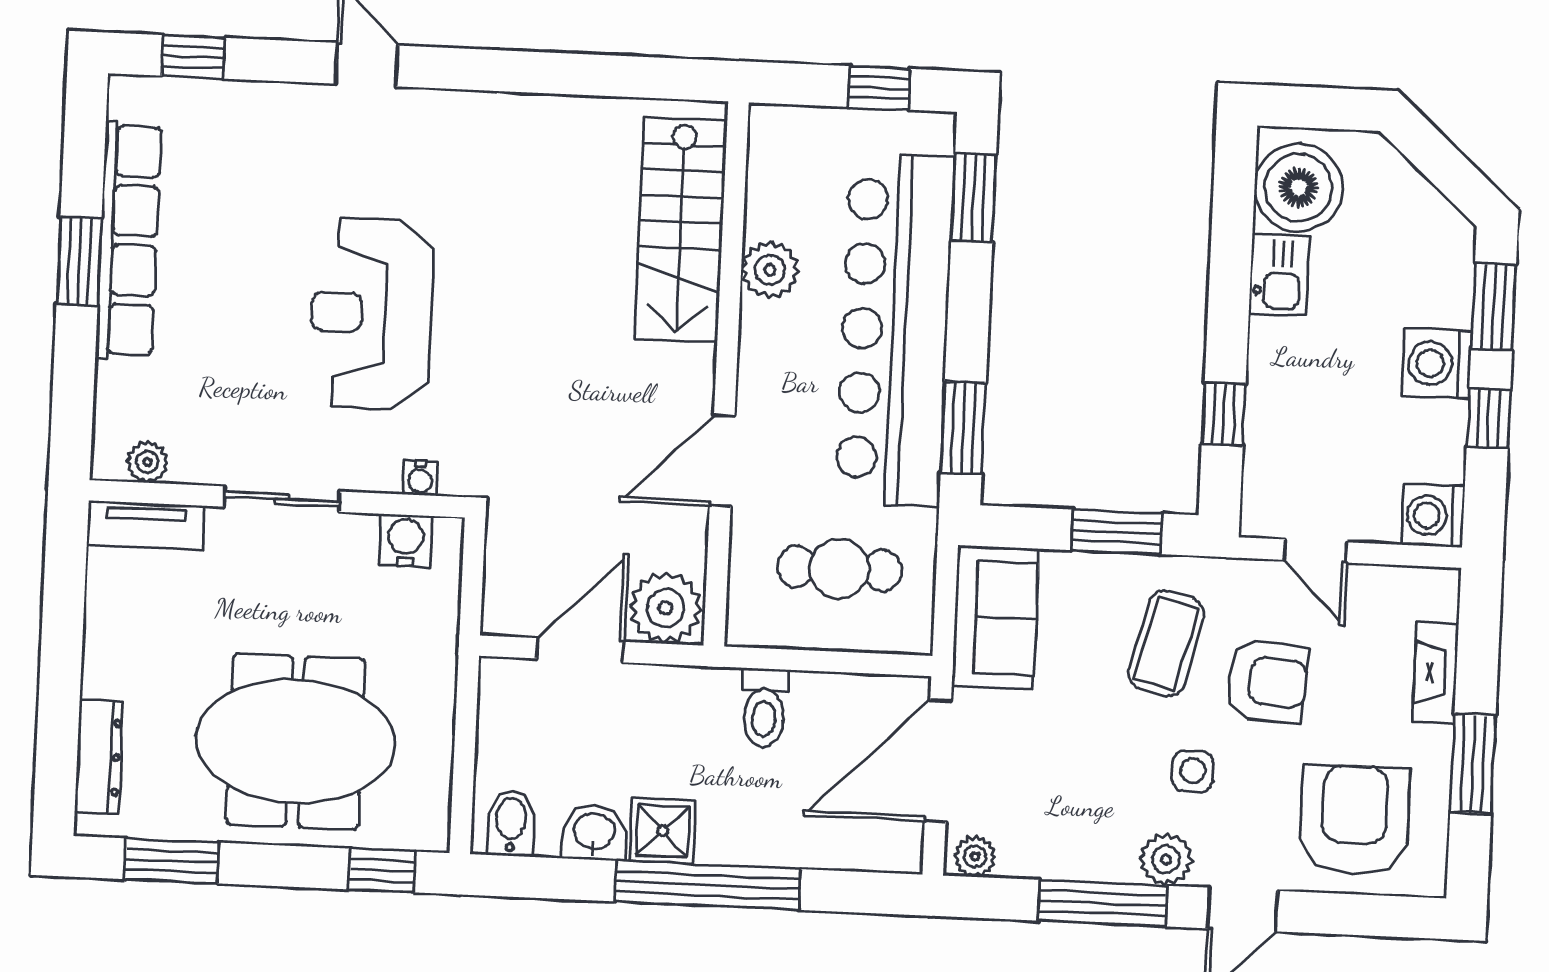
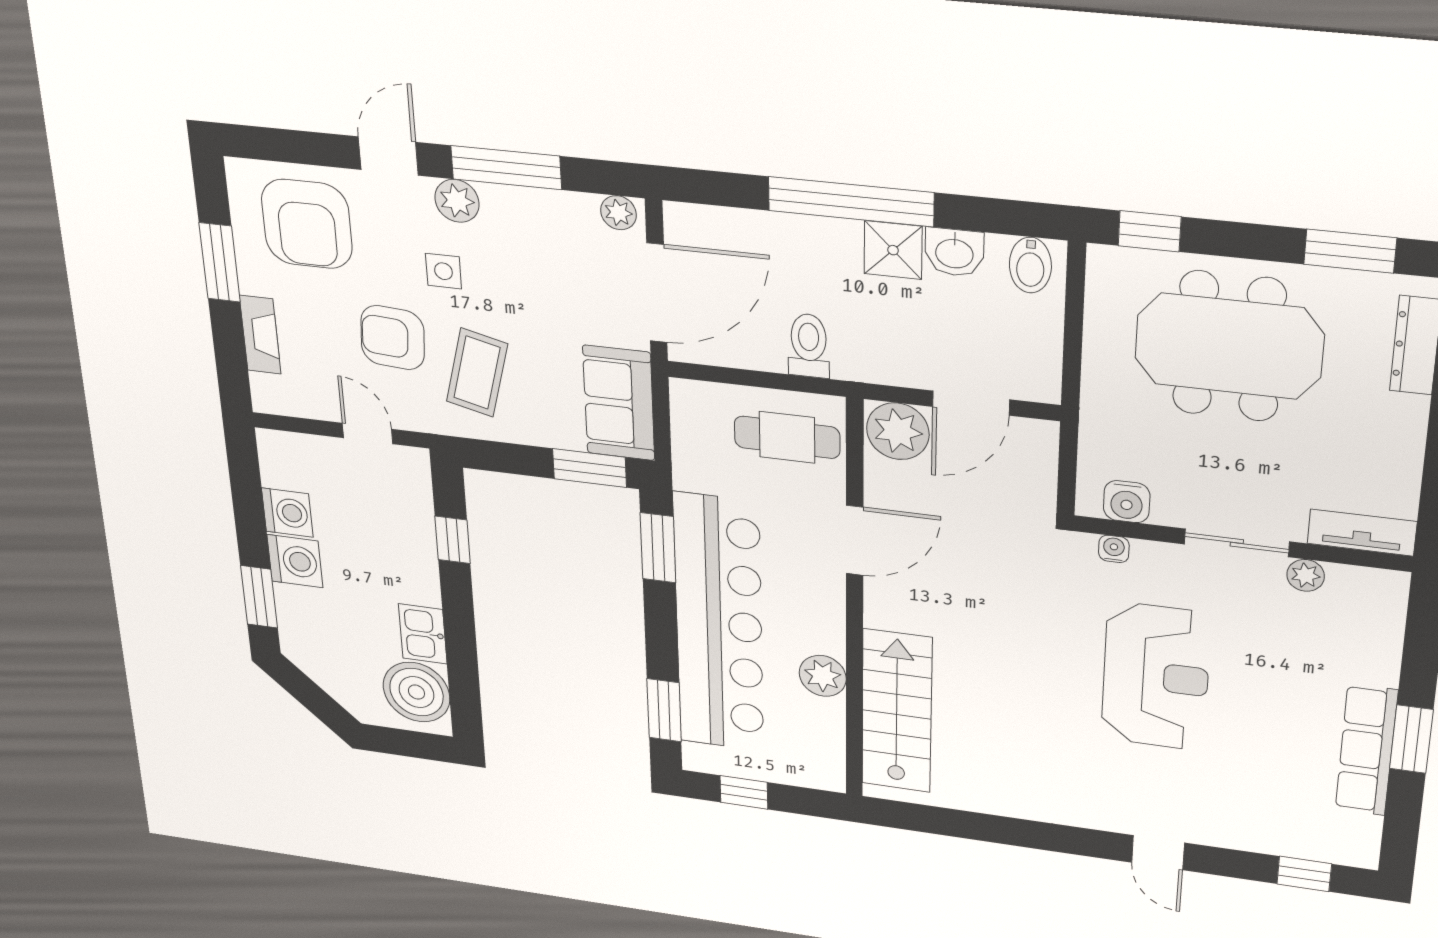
row of seats: (129, 240) -> (1366, 750), width x0.73
window: (1489, 418) -> (250, 519), removed
plant: (147, 462) -> (1306, 575), moved
washing machine: (1433, 515) -> (287, 513), moved
window: (1117, 532) -> (589, 468), moved
cafe table: (840, 569) -> (787, 437), moved

